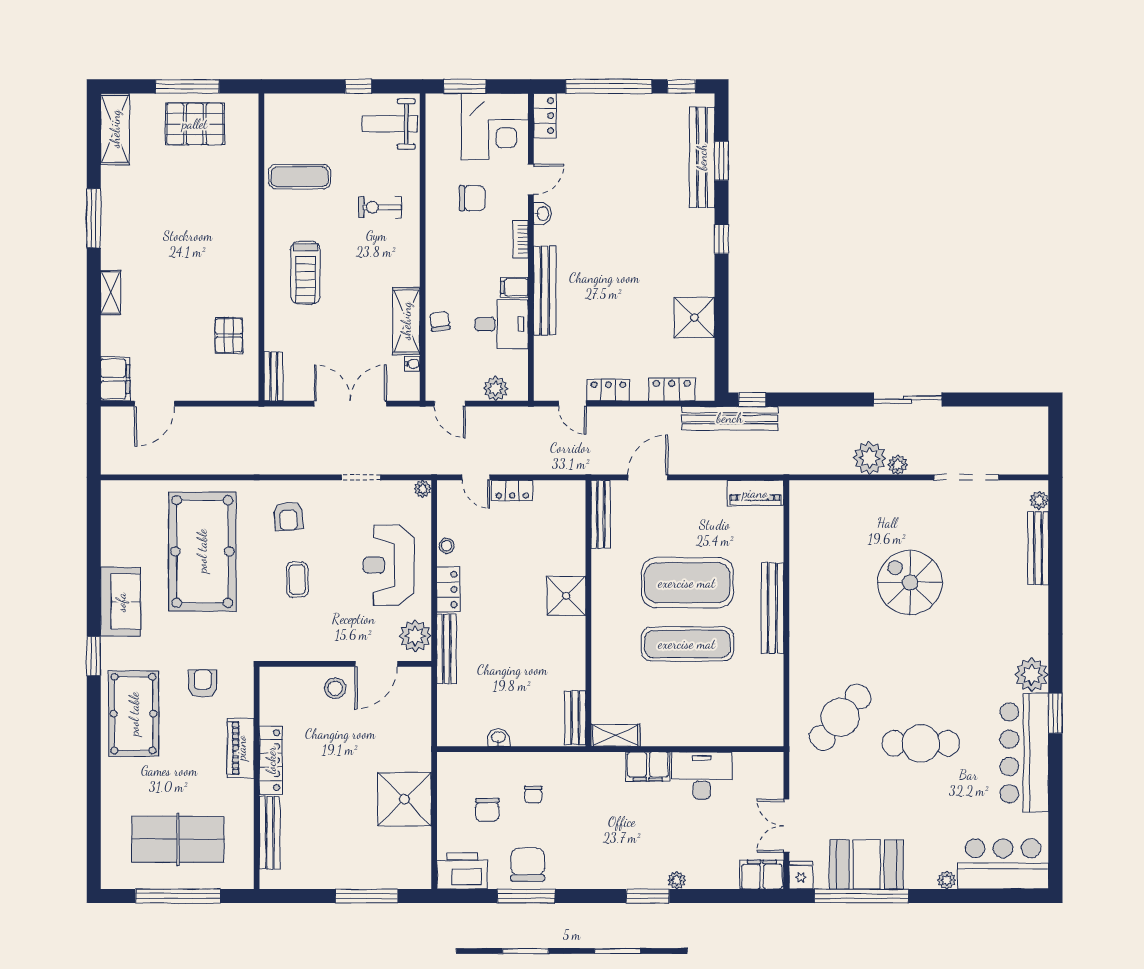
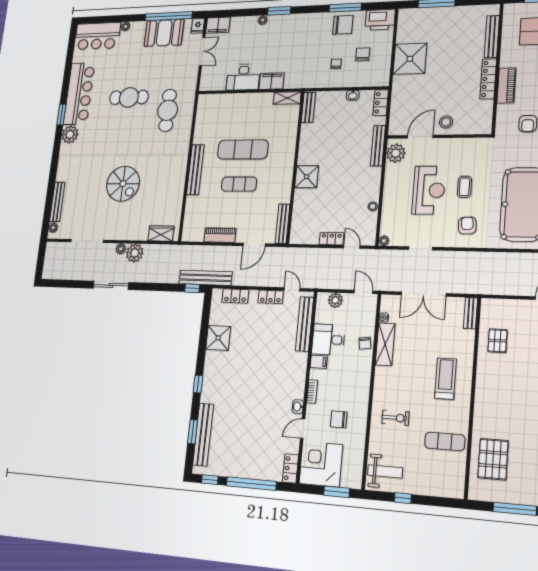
pallet: (195, 124) -> (493, 459), moved, turned 90
bench: (545, 290) -> (305, 324), moved
piano: (755, 493) -> (220, 235), moved
wardrobe: (824, 494) -> (161, 233), added
reception desk: (389, 565) -> (429, 190), moved
exercise mat: (687, 583) -> (239, 184), width x0.50, depth x0.69
locker: (448, 589) -> (381, 103), moved
cafe table: (840, 717) -> (168, 110), turned -41
chair: (528, 865) -> (343, 25), turned -90

